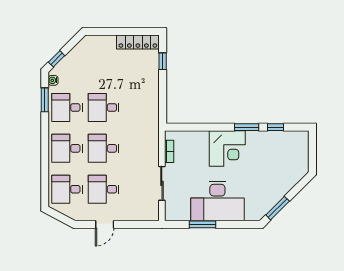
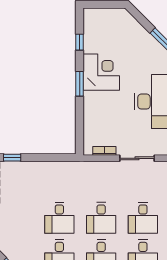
window: (247, 127) -> (80, 84), moved
corner desk: (227, 148) -> (101, 72), moved

